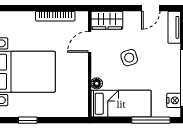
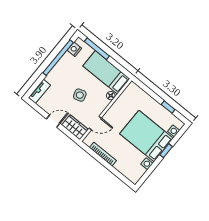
door: (151, 8) -> (53, 121), moved

